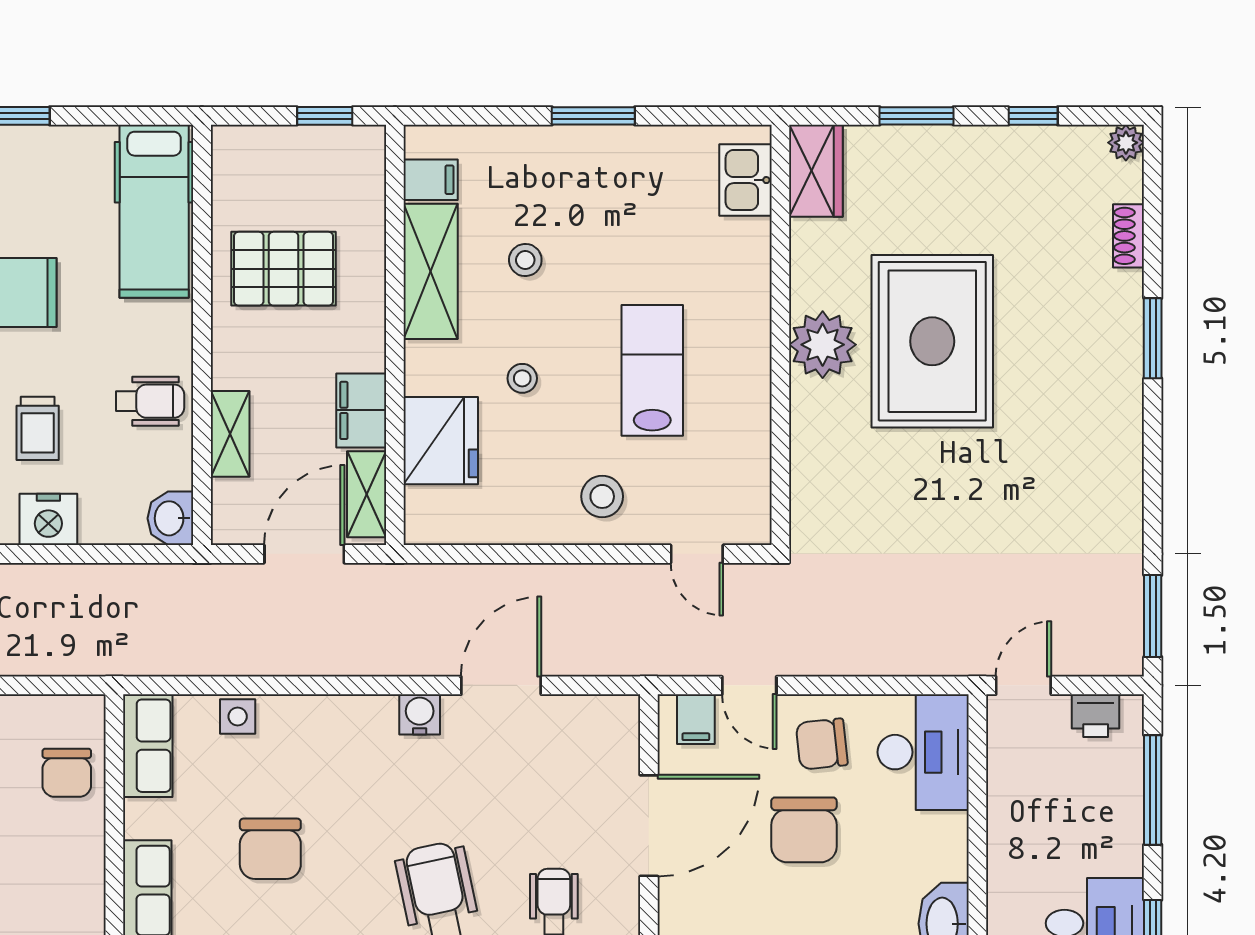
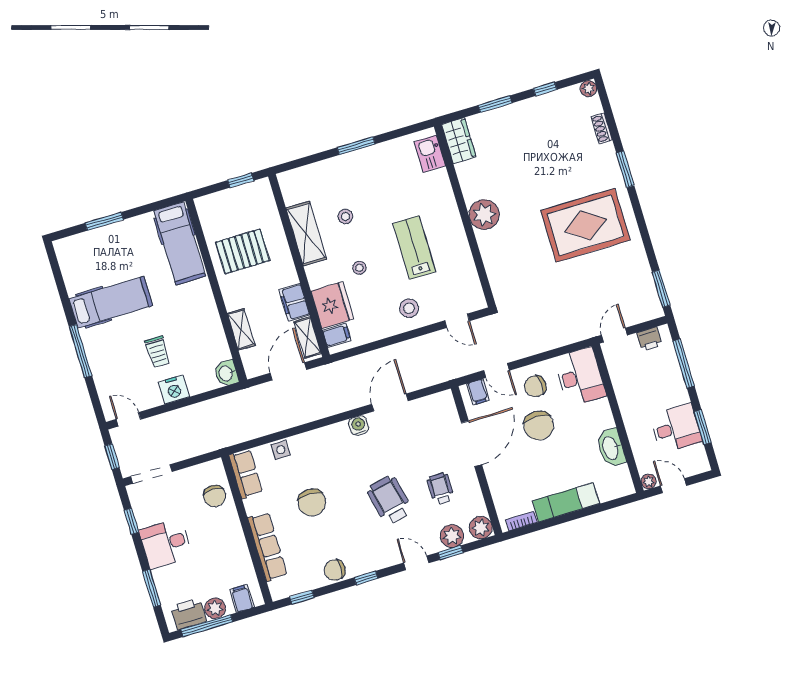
filing cabinet: (431, 180) -> (337, 335), moved
rug: (932, 341) -> (585, 225), moved, turned 90
wheelchair: (150, 401) -> (202, 326), removed

